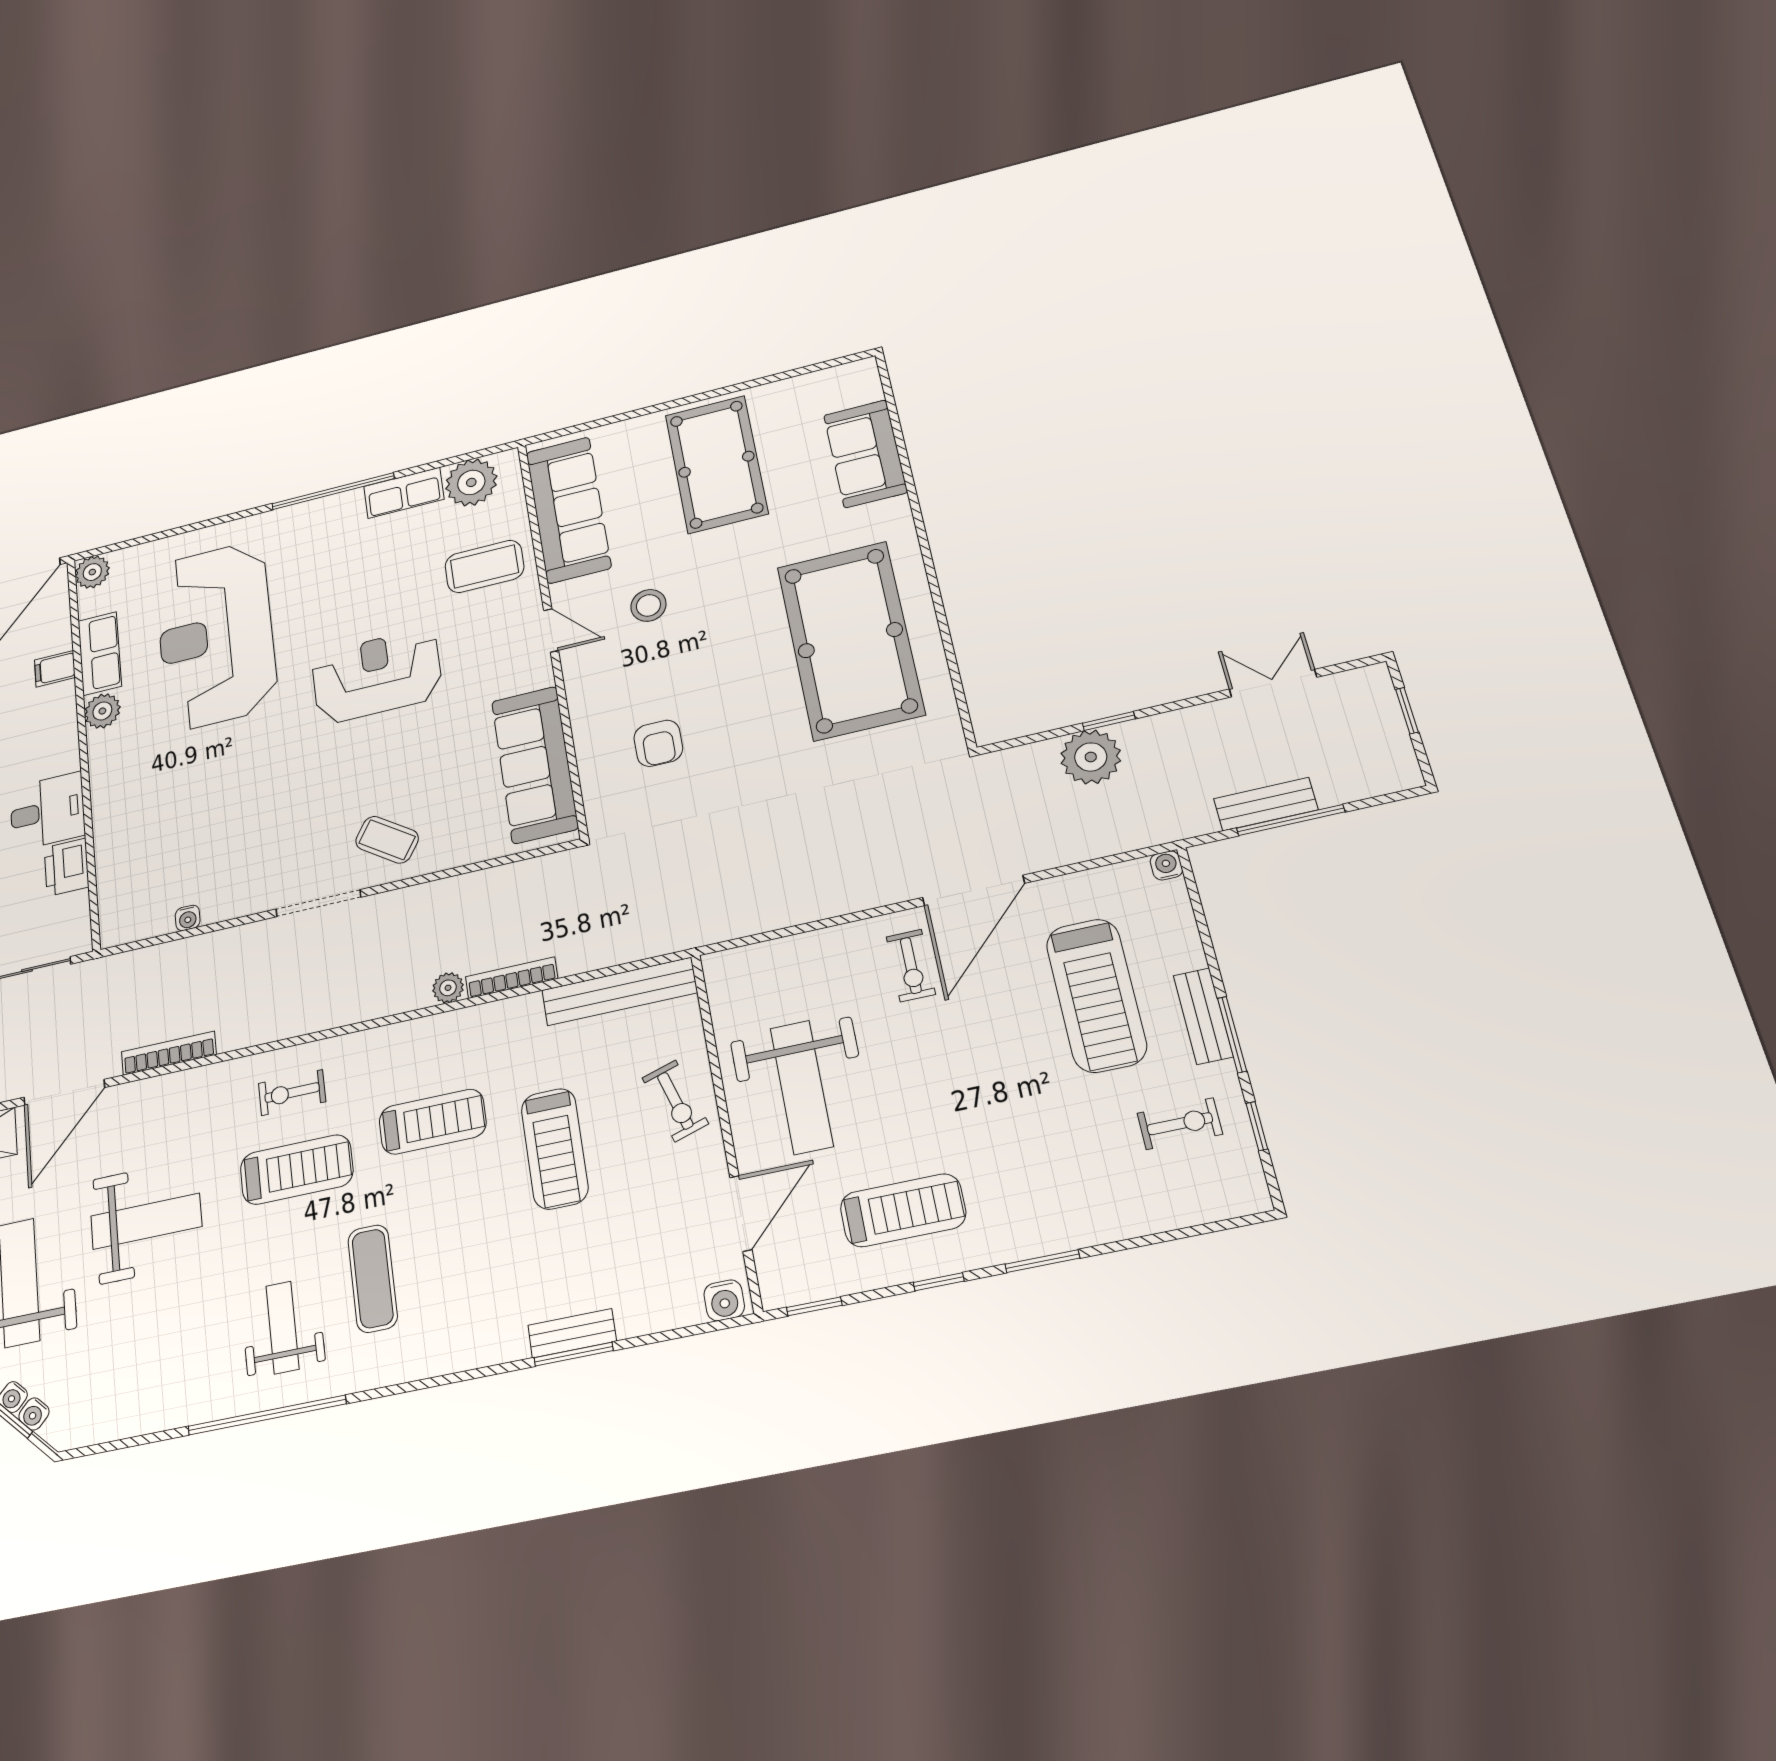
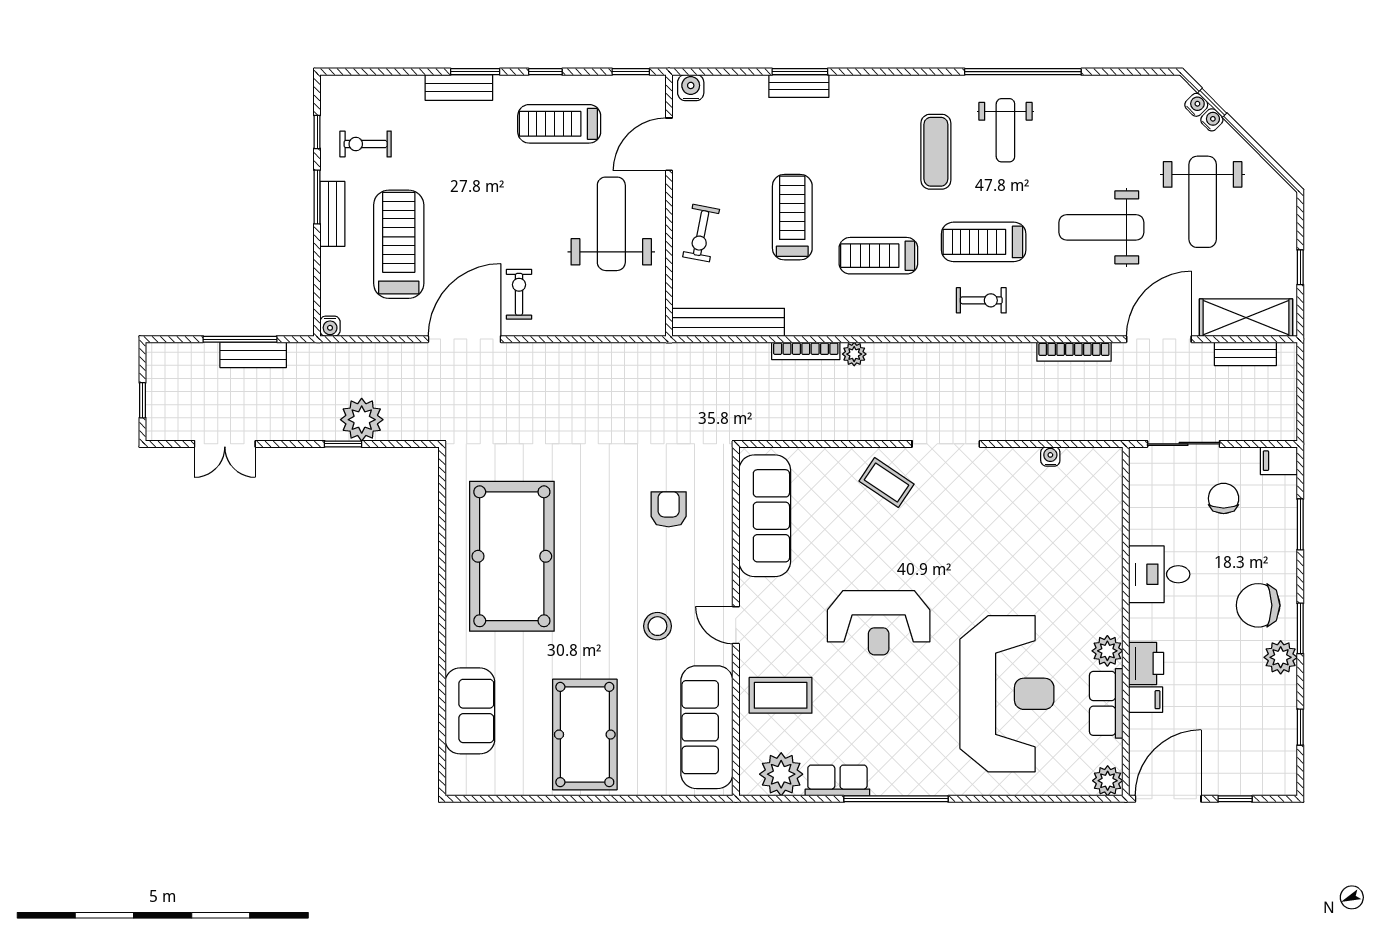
printer: (66, 867) -> (1146, 663), moved
exercise bike: (675, 1101) -> (701, 233), turned -152
bench: (1061, 1233) -> (459, 87), added

